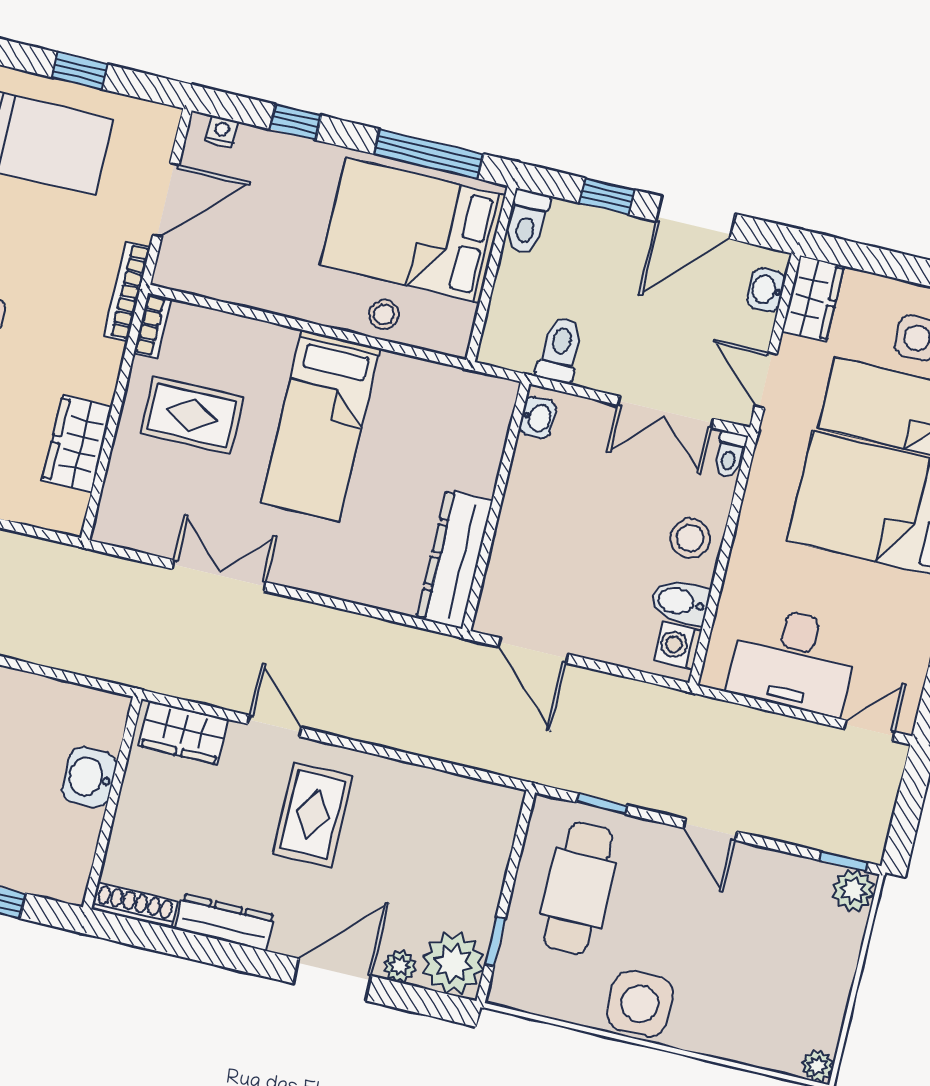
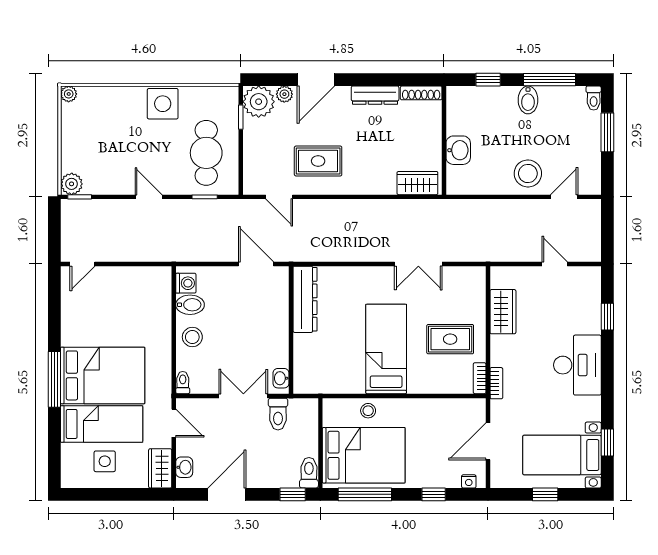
window: (607, 196) -> (293, 494), moved
bookcase: (127, 291) -> (496, 383), width x0.64
double door: (666, 412) -> (243, 396), moved
desk: (793, 660) -> (128, 289), removed
door: (275, 726) -> (279, 197), moved
rug: (313, 815) -> (318, 161), moved, turned 90

